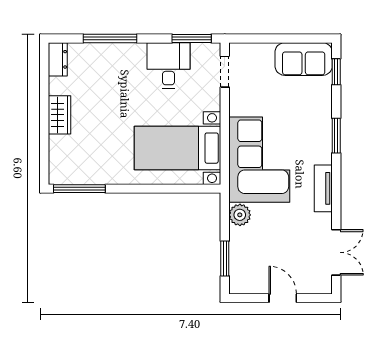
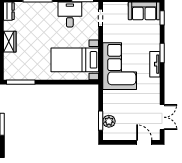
tv unit: (323, 188) -> (155, 64), moved
plant: (240, 215) -> (109, 121), moved
door: (283, 298) -> (144, 142), moved

